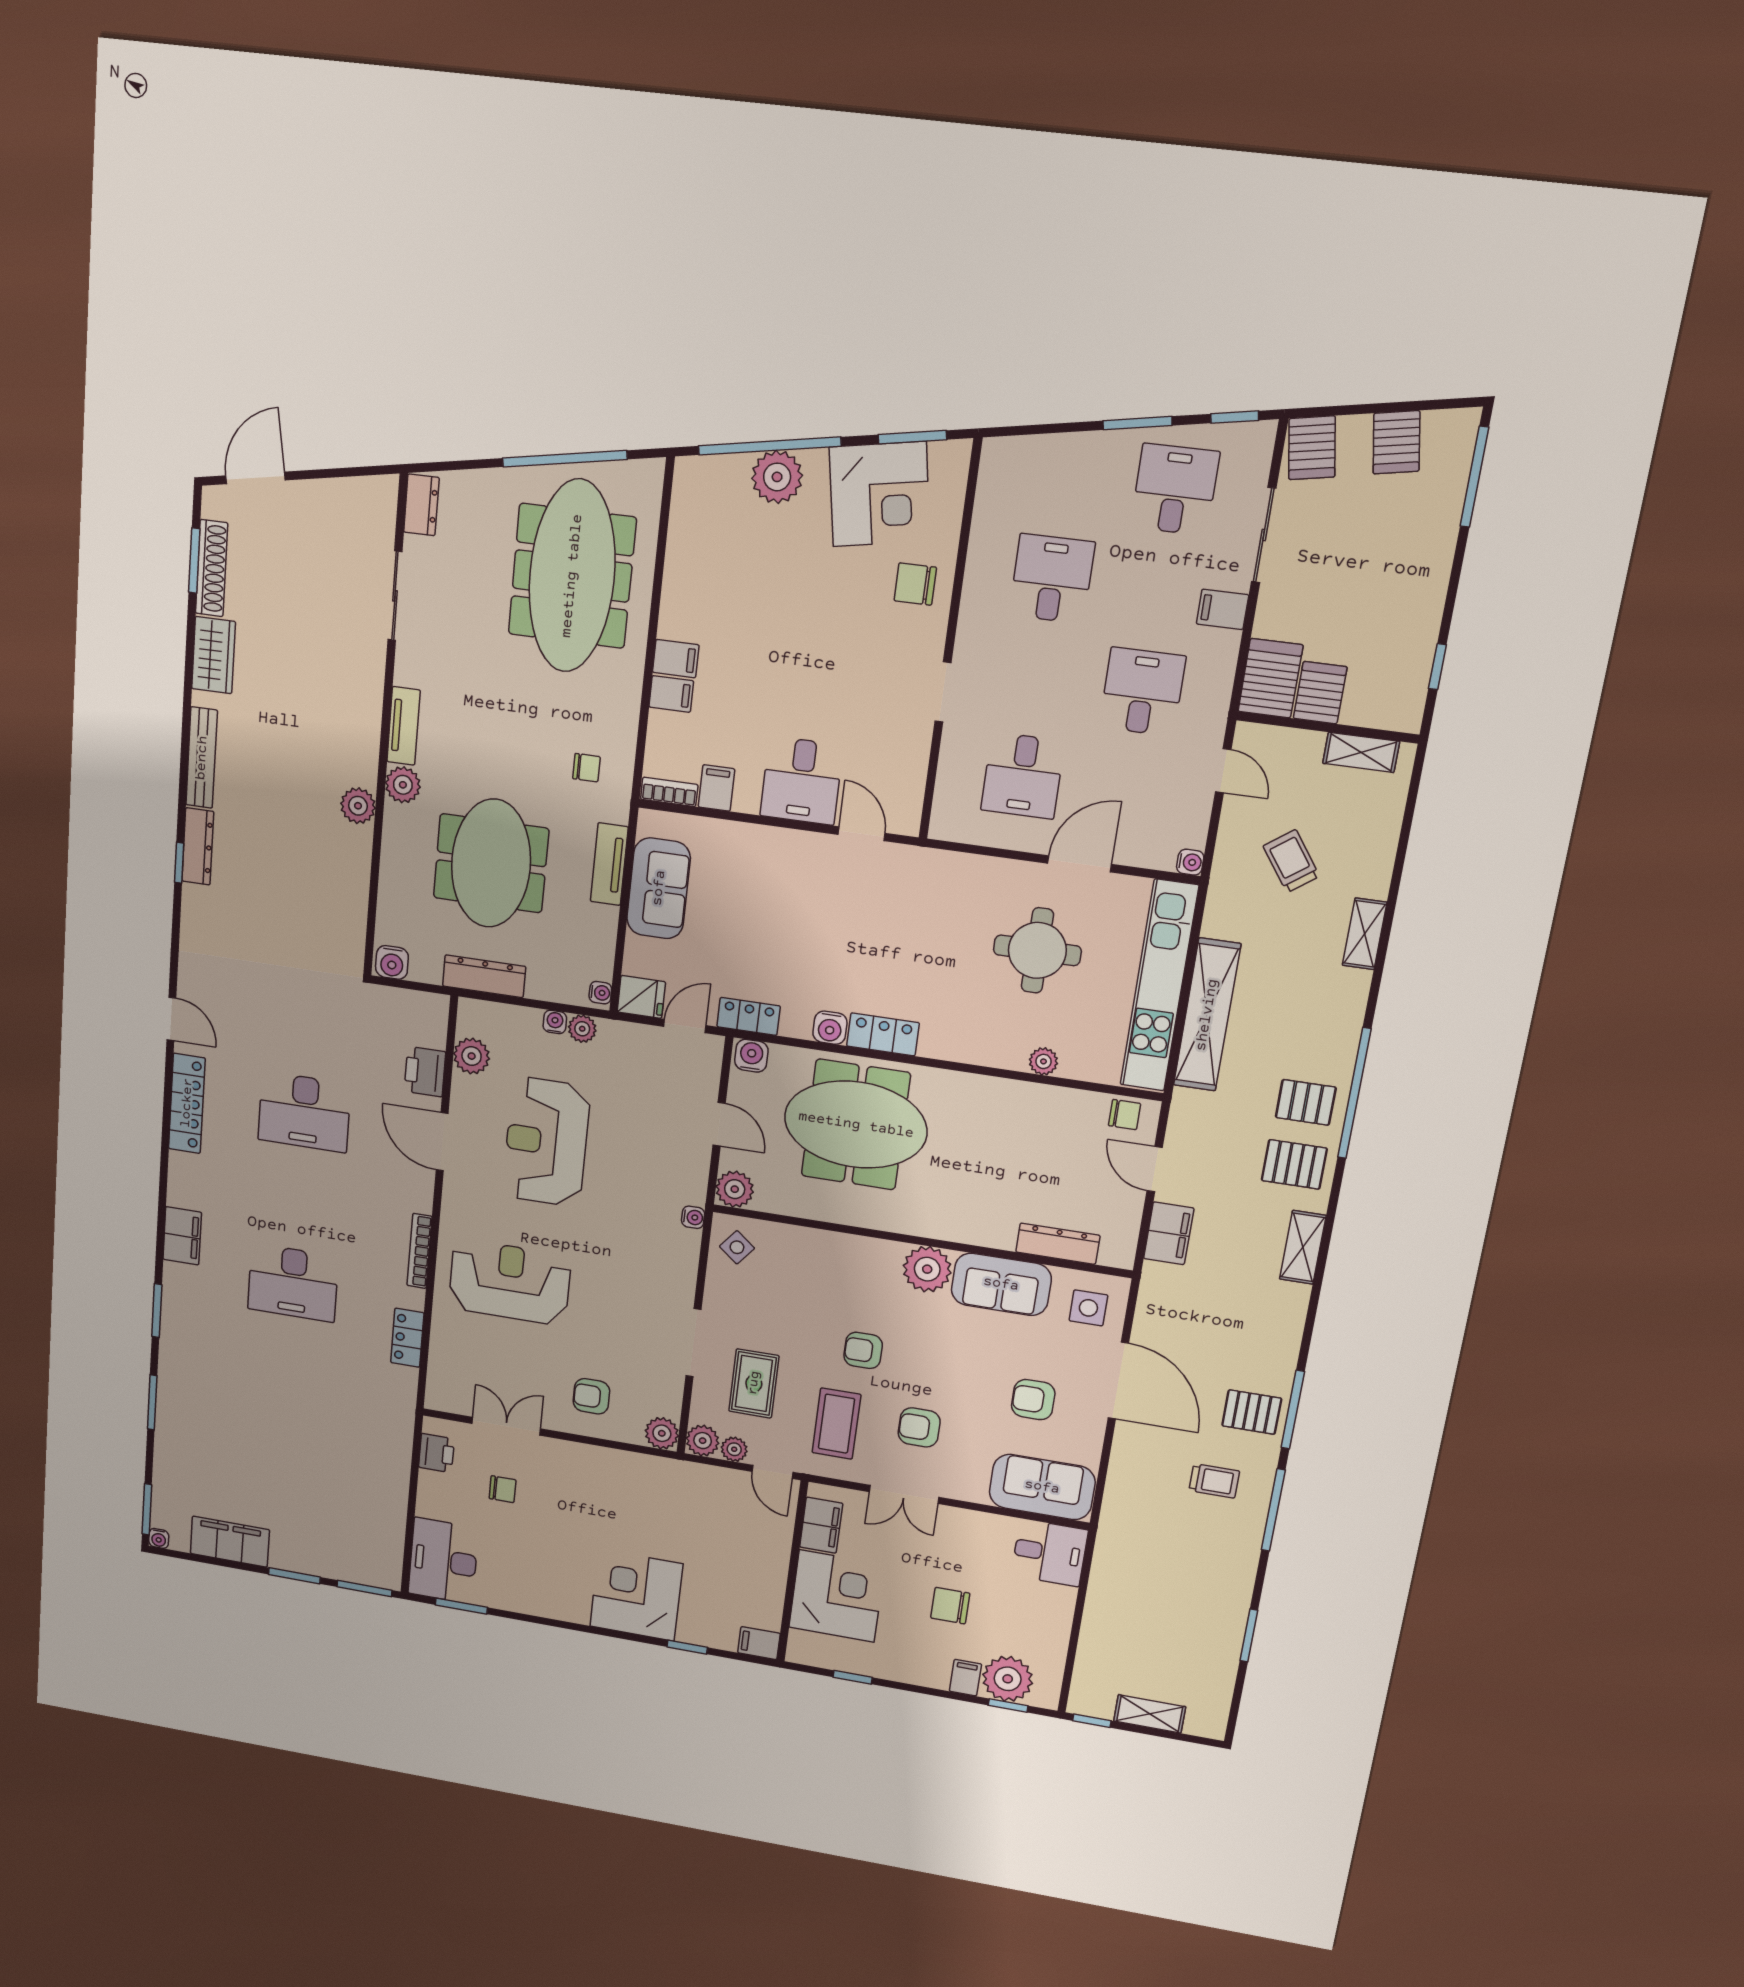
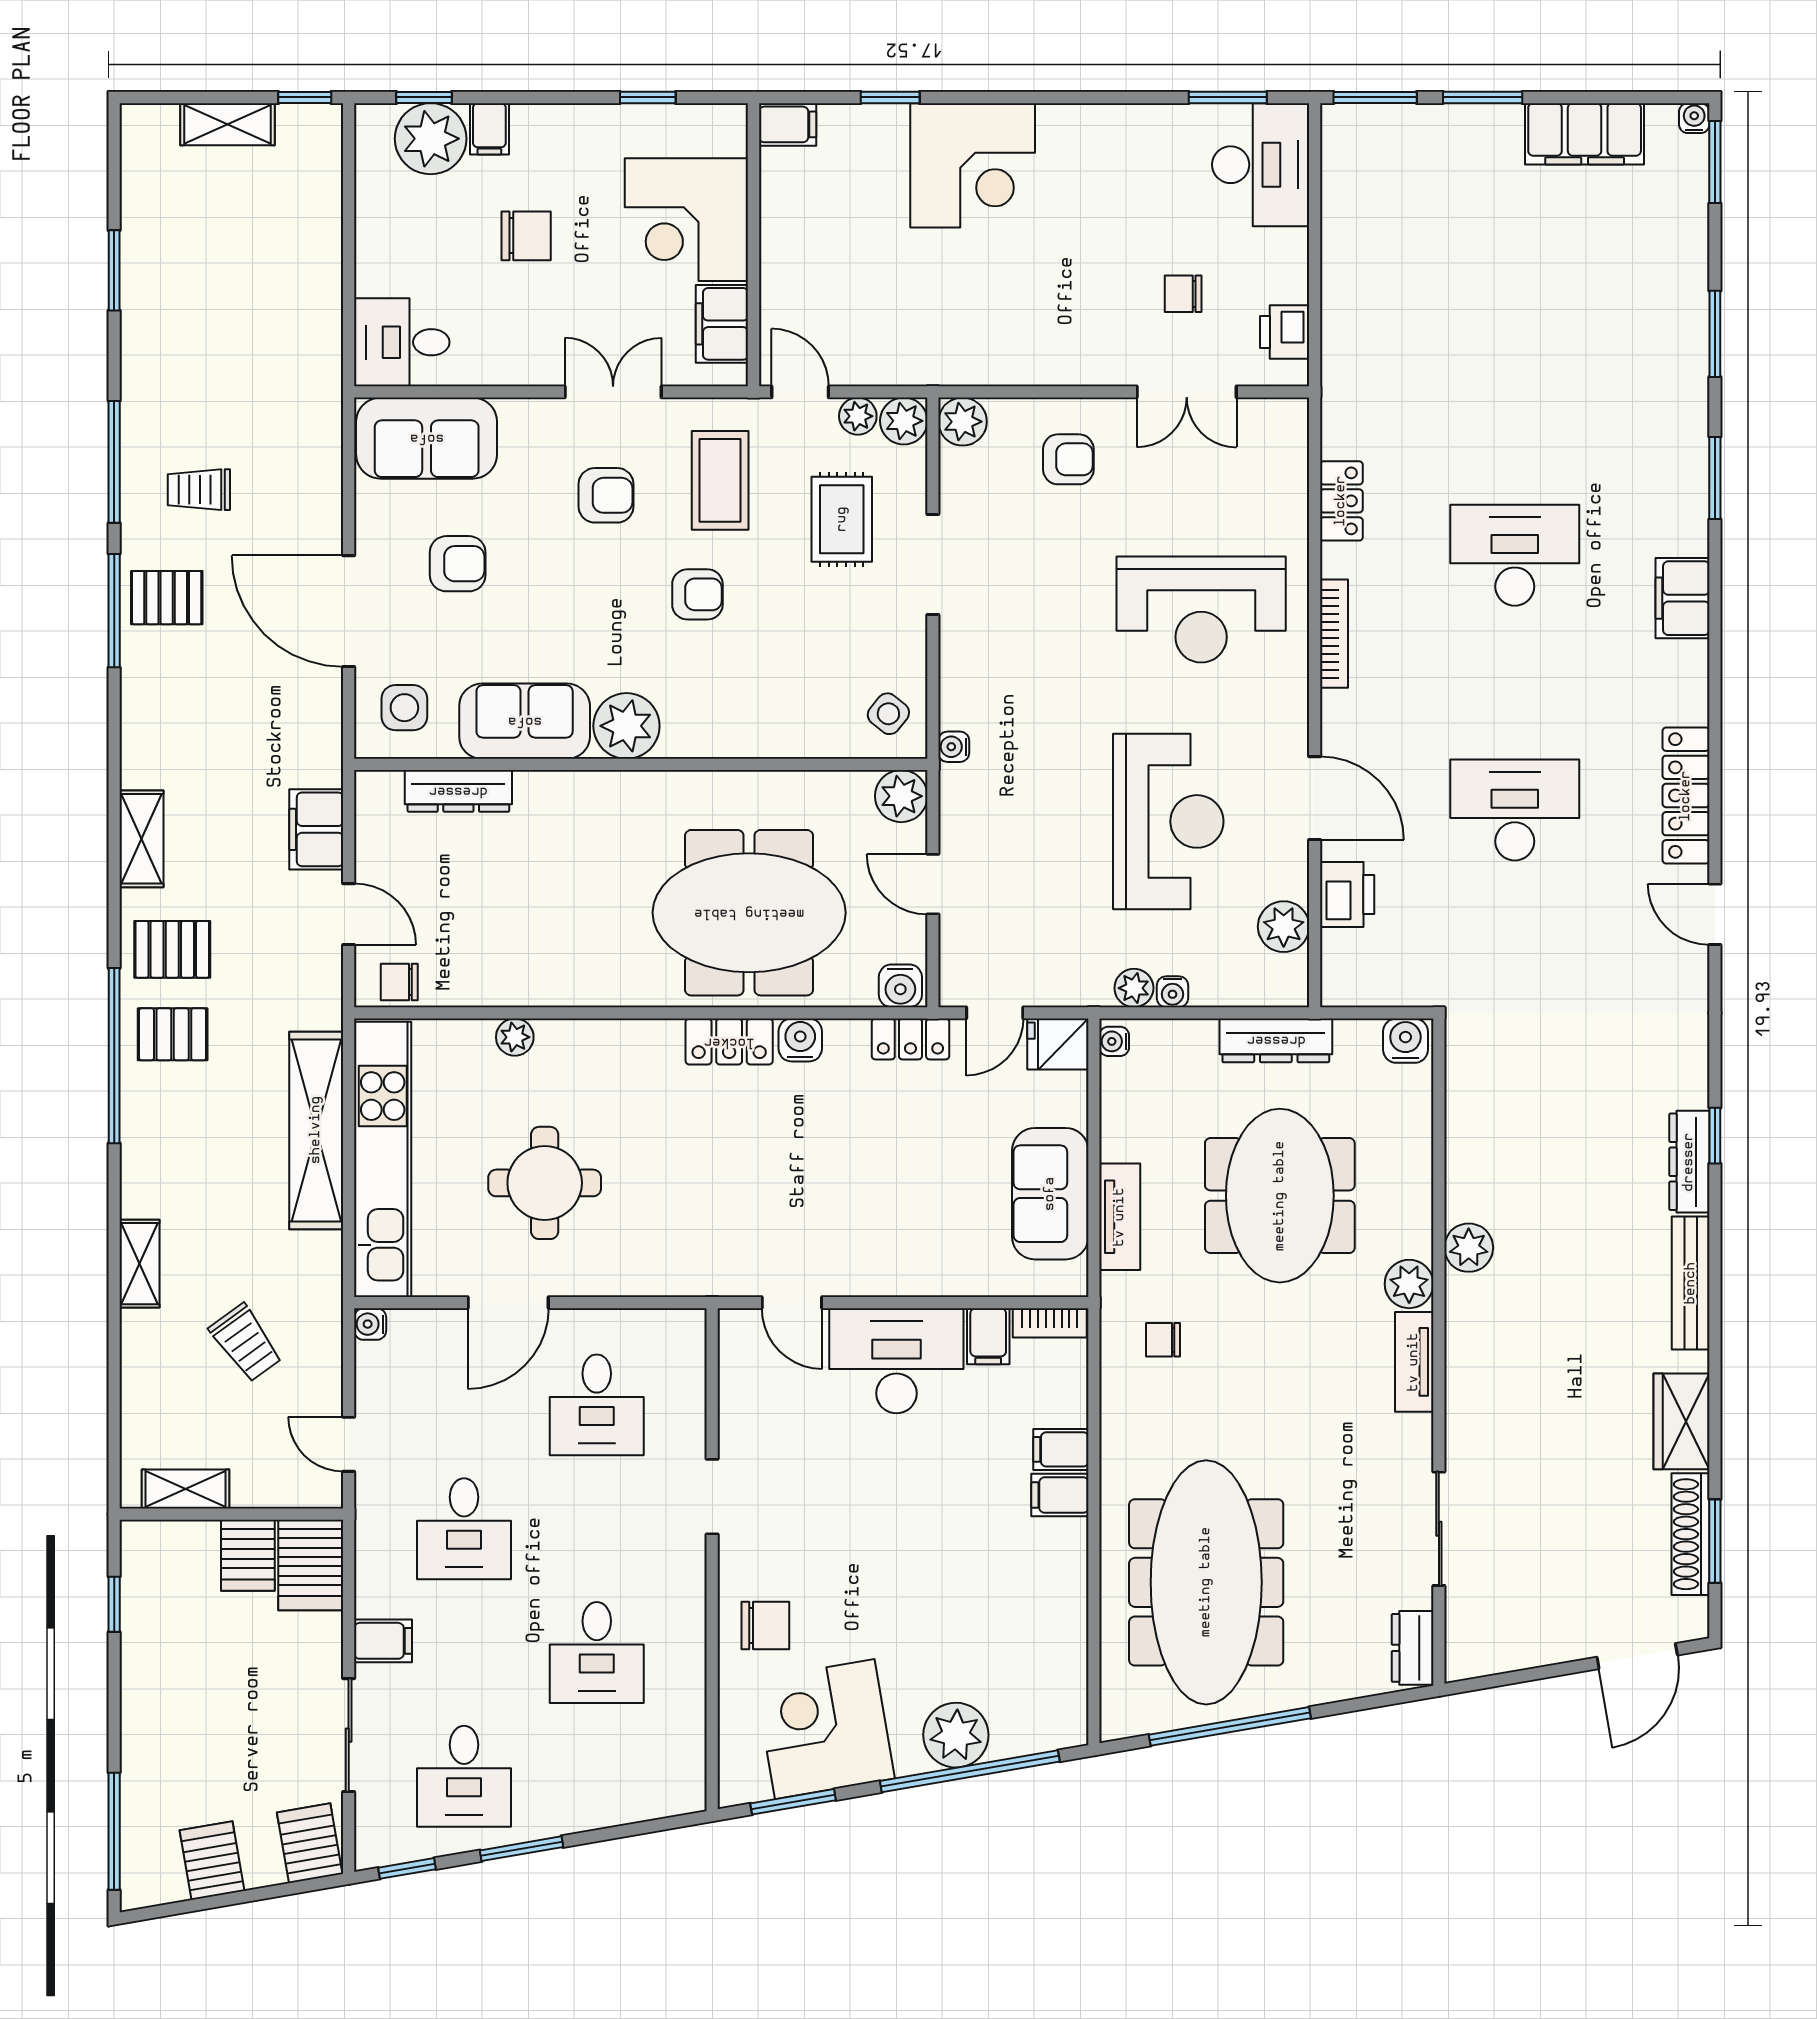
desk: (1023, 776) -> (597, 1405), turned 180
desk: (802, 781) -> (896, 1361), width x1.37

